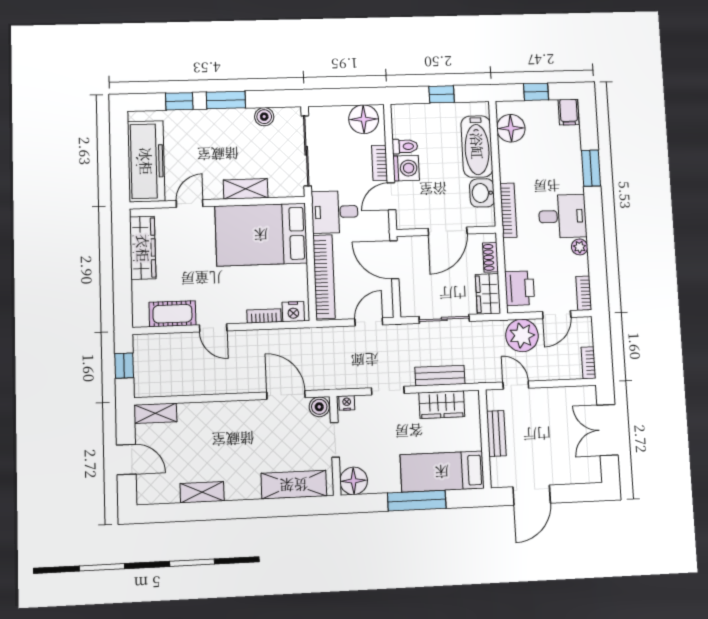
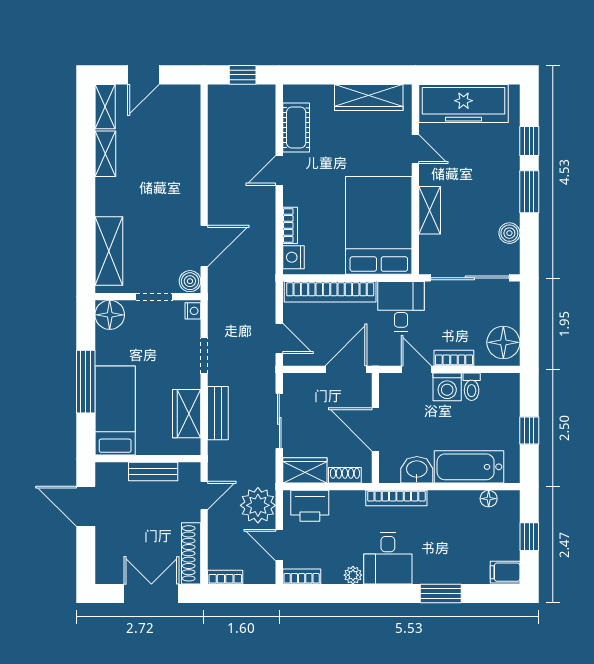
floor lamp: (511, 128) -> (489, 499), width x0.53, depth x0.53
shoe rack: (569, 395) -> (191, 553), added
shelving: (155, 413) -> (105, 107), moved

